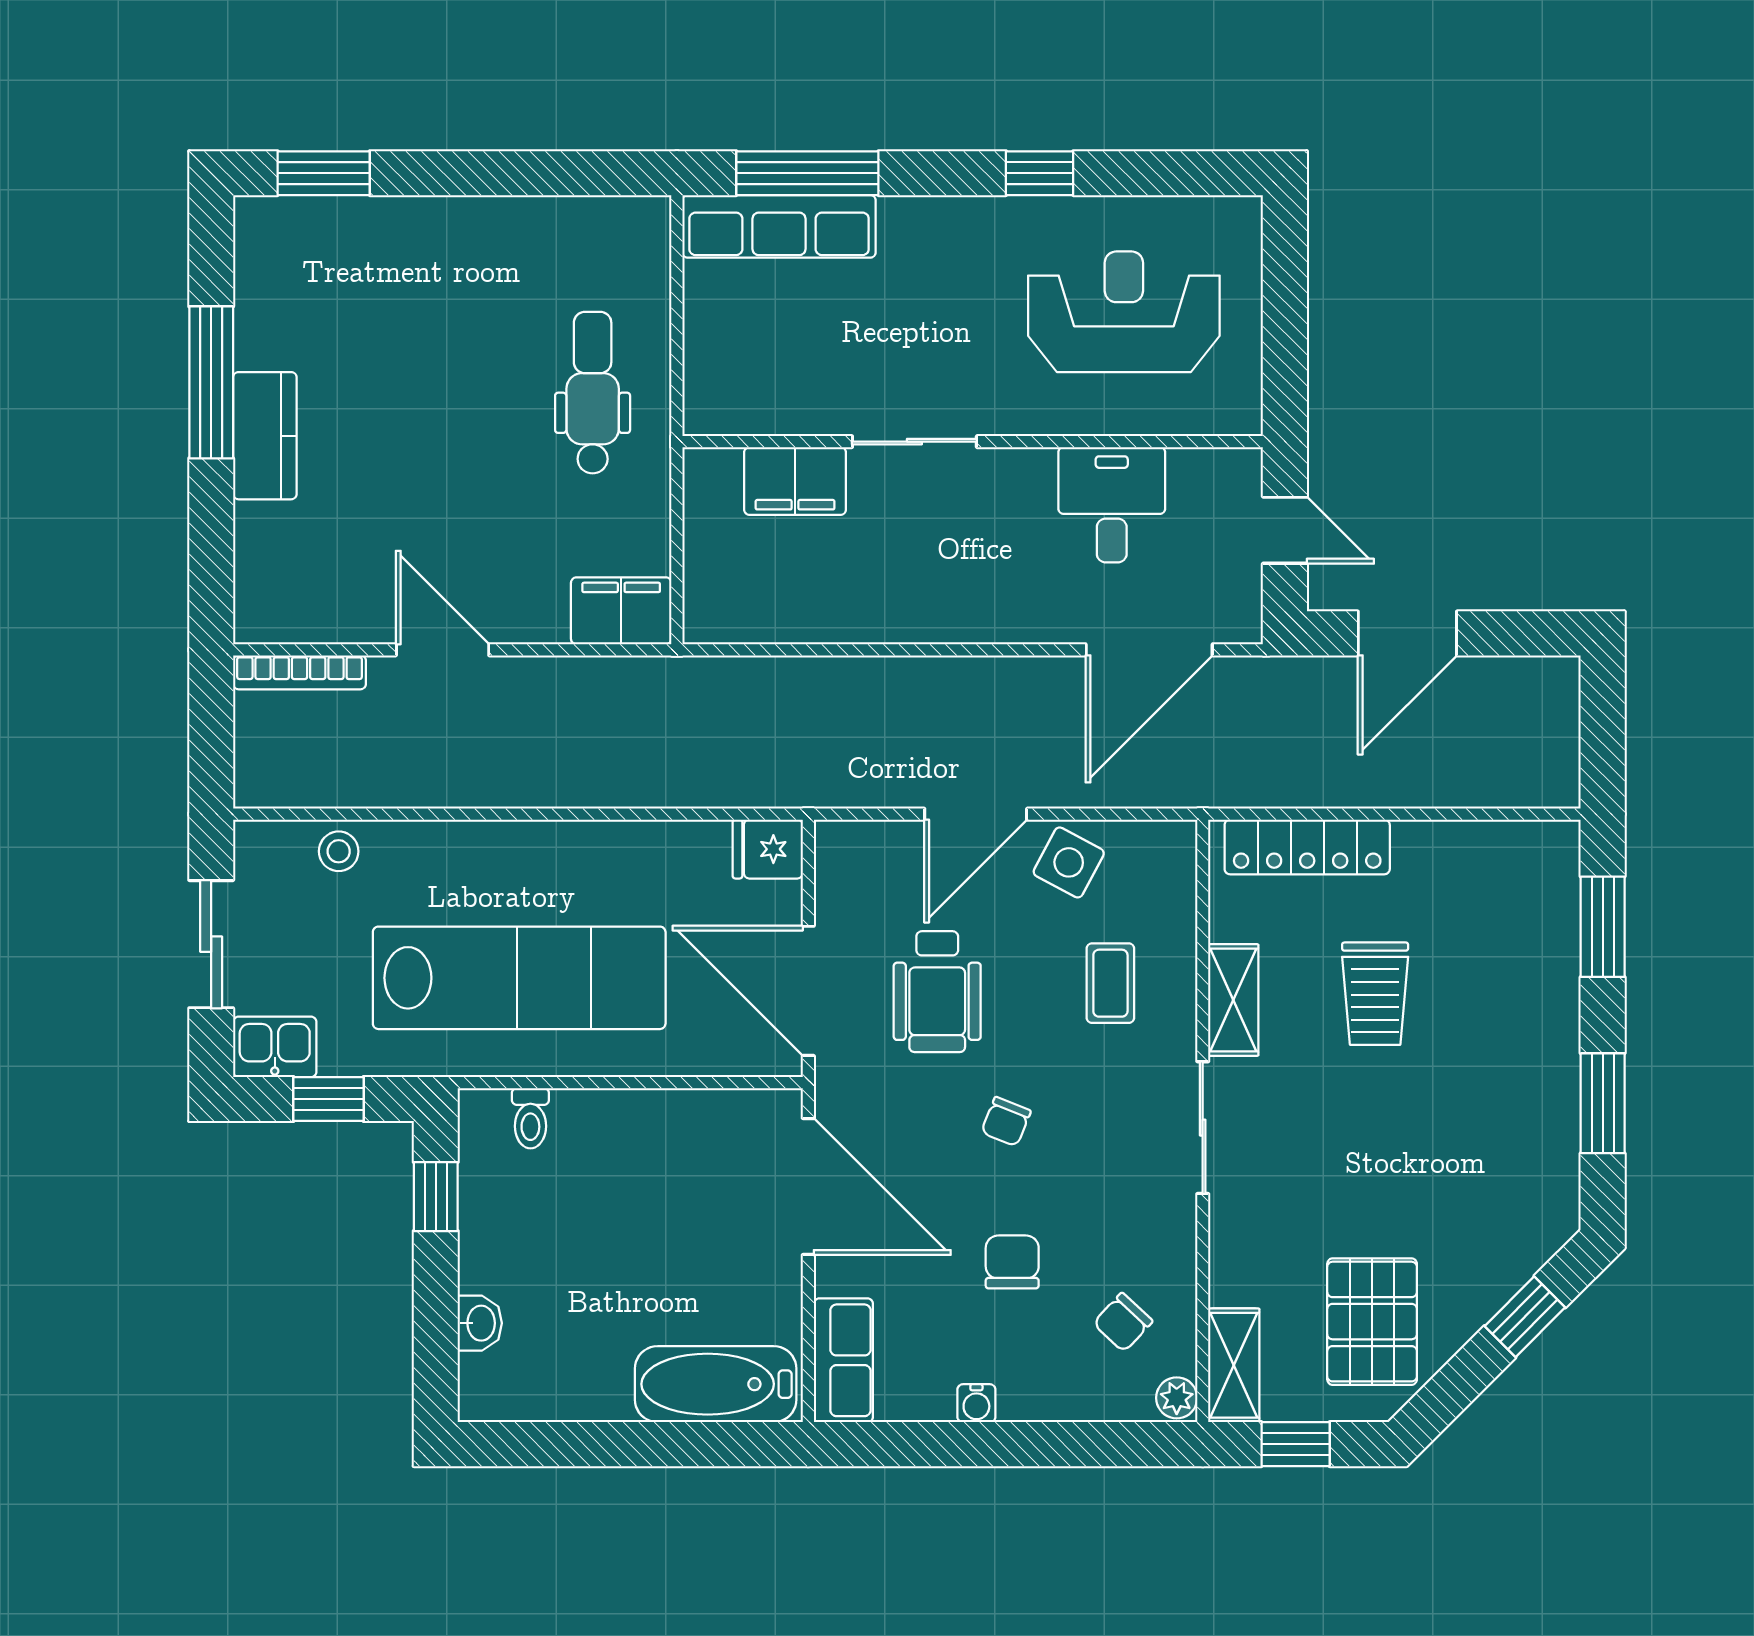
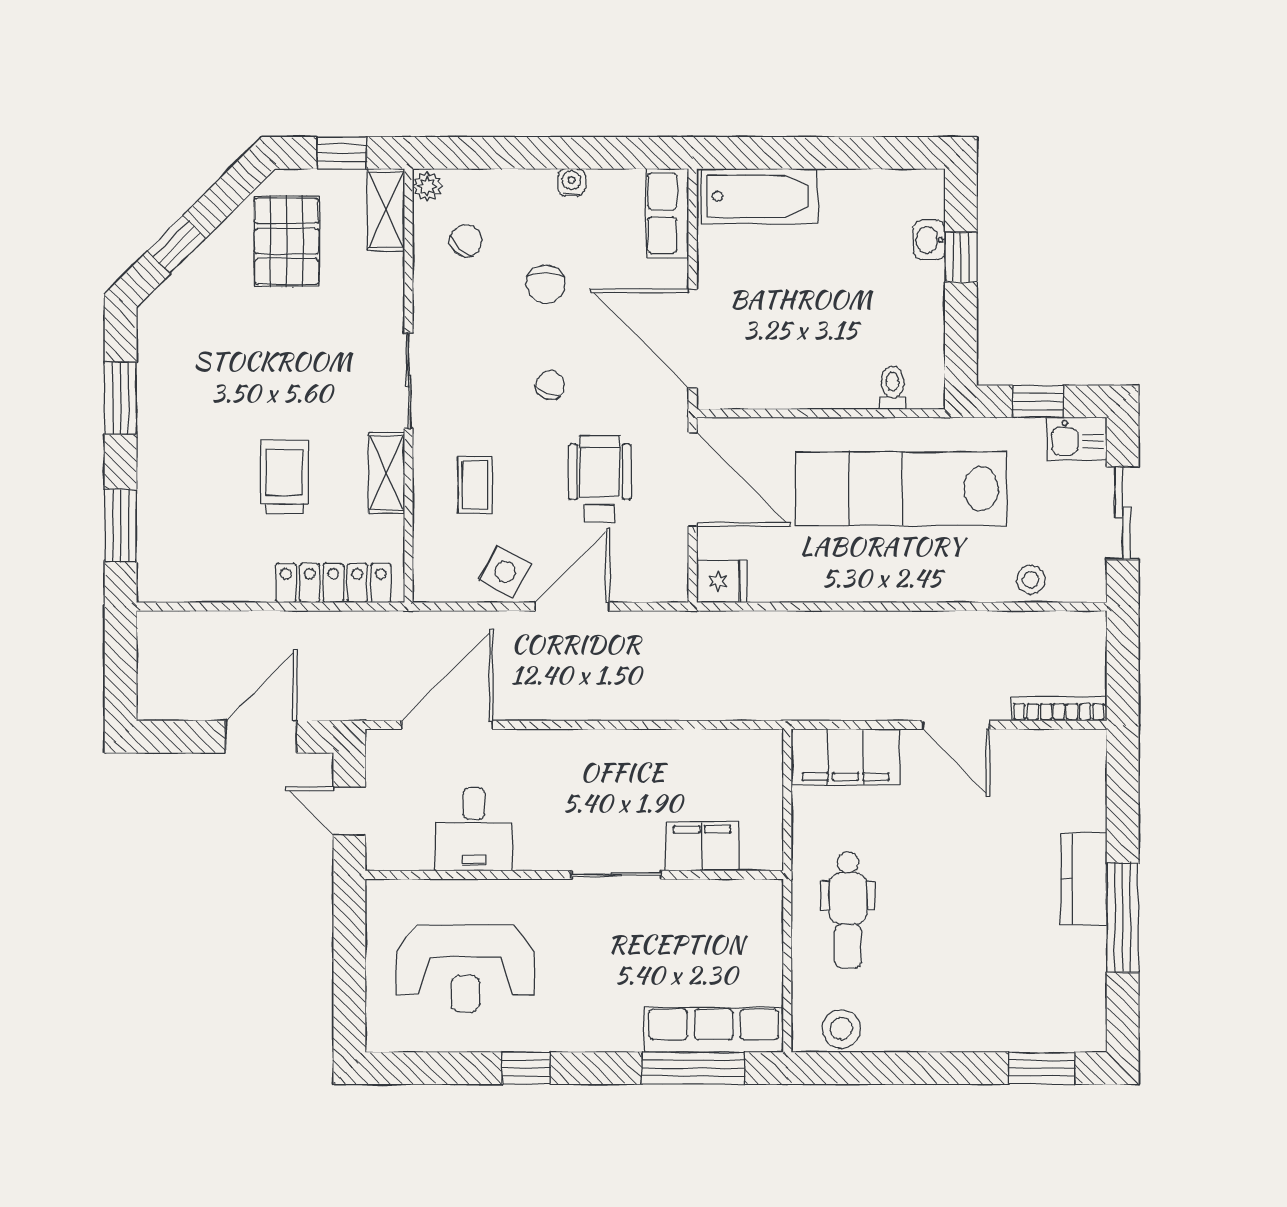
stool: (602, 228) -> (841, 1029), added
filing cabinet: (621, 611) -> (845, 757), width x1.50, depth x1.17
window: (436, 1197) -> (961, 257), moved

